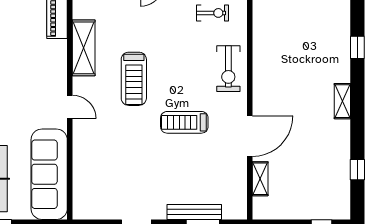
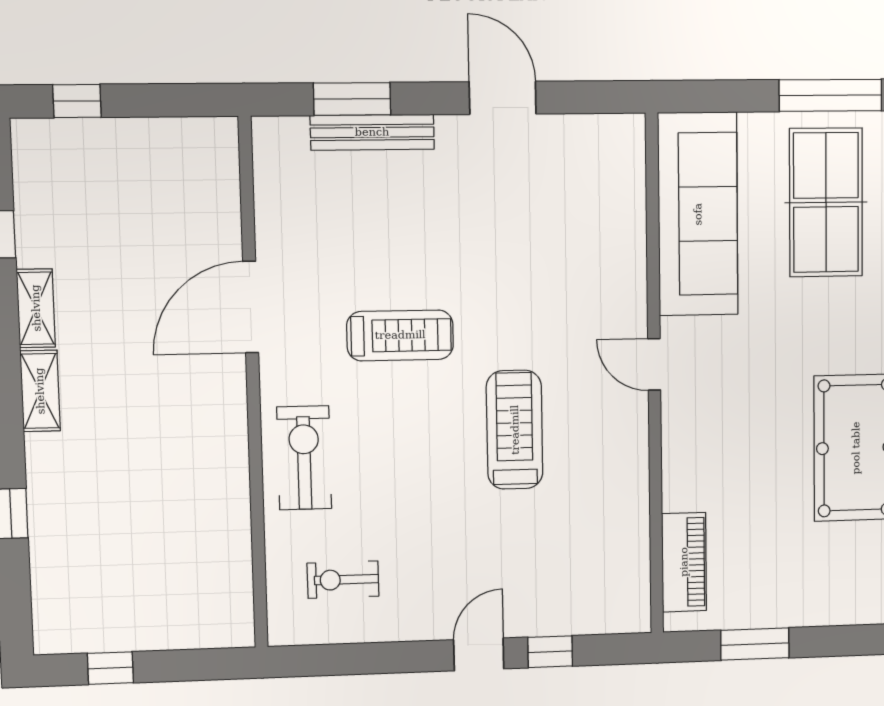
shelving: (84, 48) -> (626, 494), removed
shelving: (260, 179) -> (36, 308), moved

